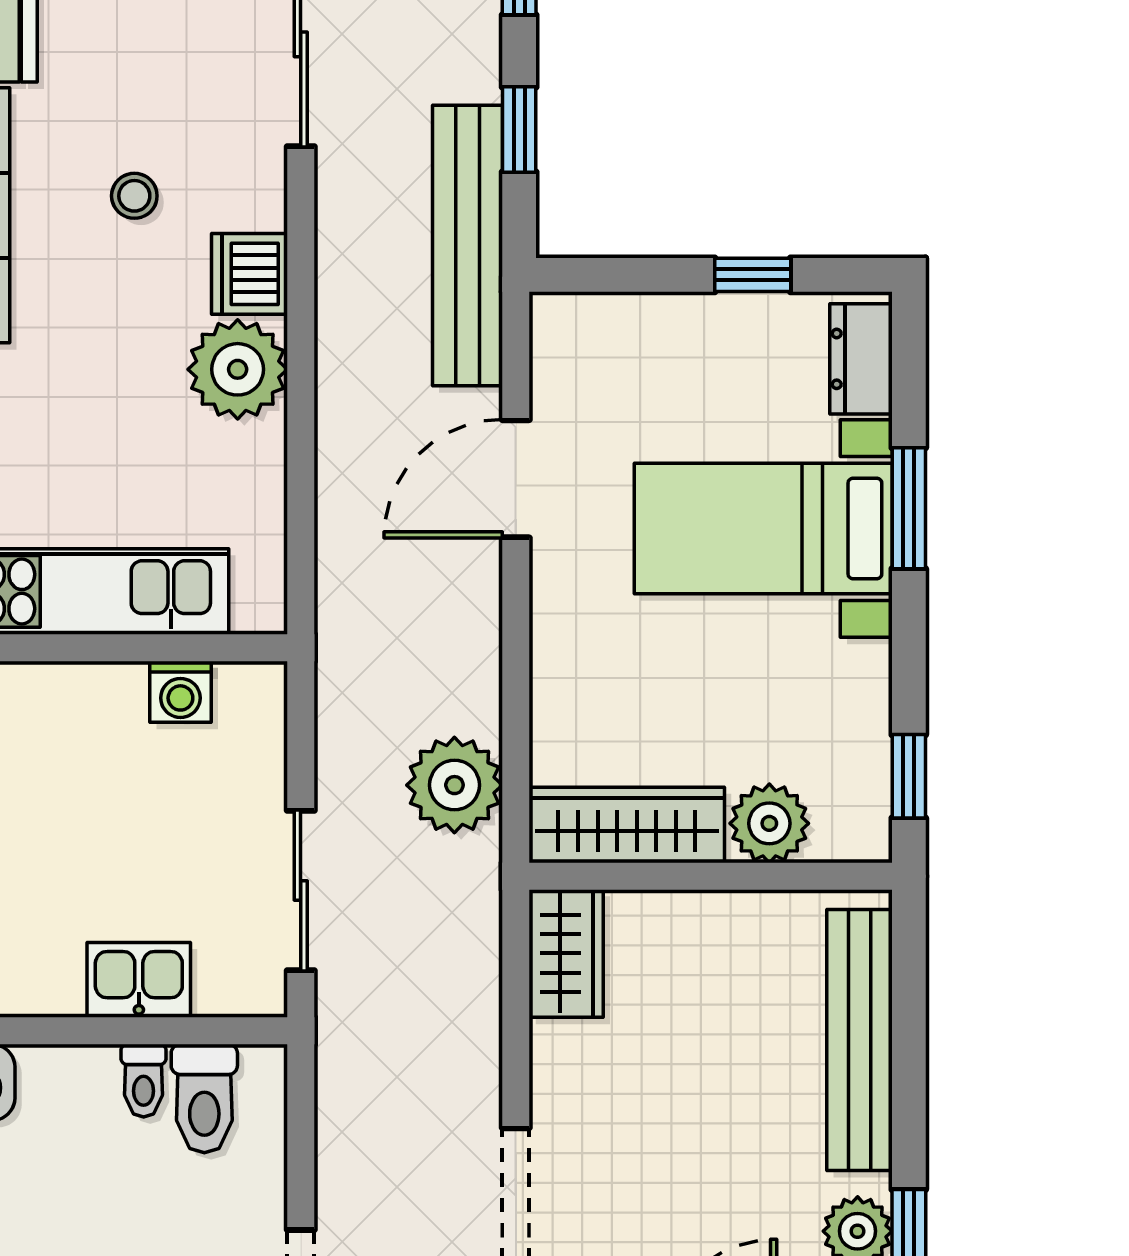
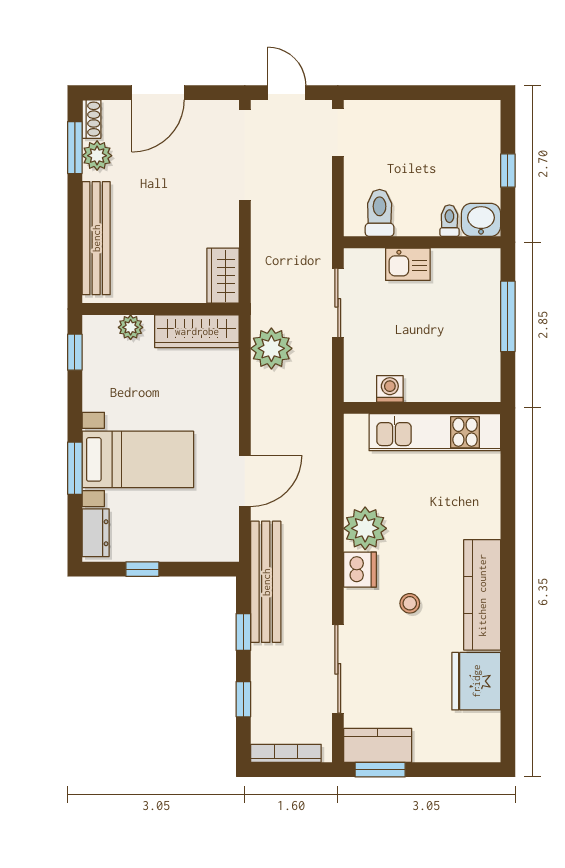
plant: (769, 823) -> (131, 327), width x0.73, depth x0.73
toilet: (144, 1081) -> (449, 221), moved

